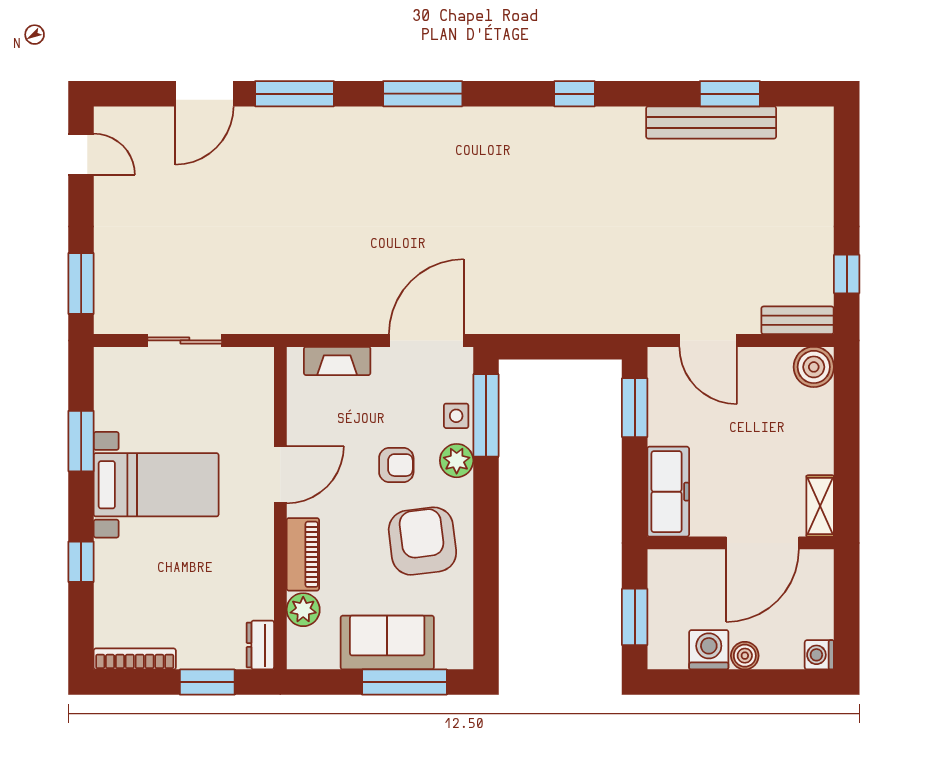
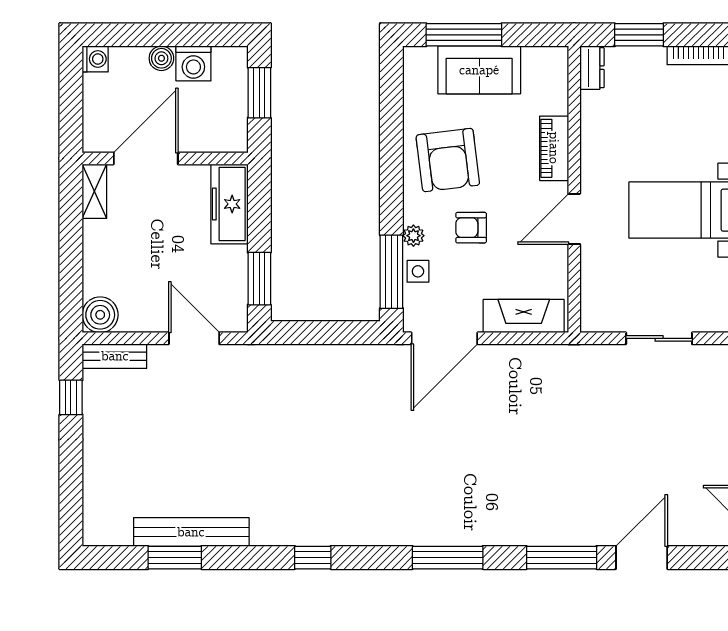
fireplace: (337, 361) -> (524, 316), width x1.37, depth x1.32
plant: (457, 461) -> (413, 236), width x0.73, depth x0.73
plant: (303, 610) -> (554, 99), removed

